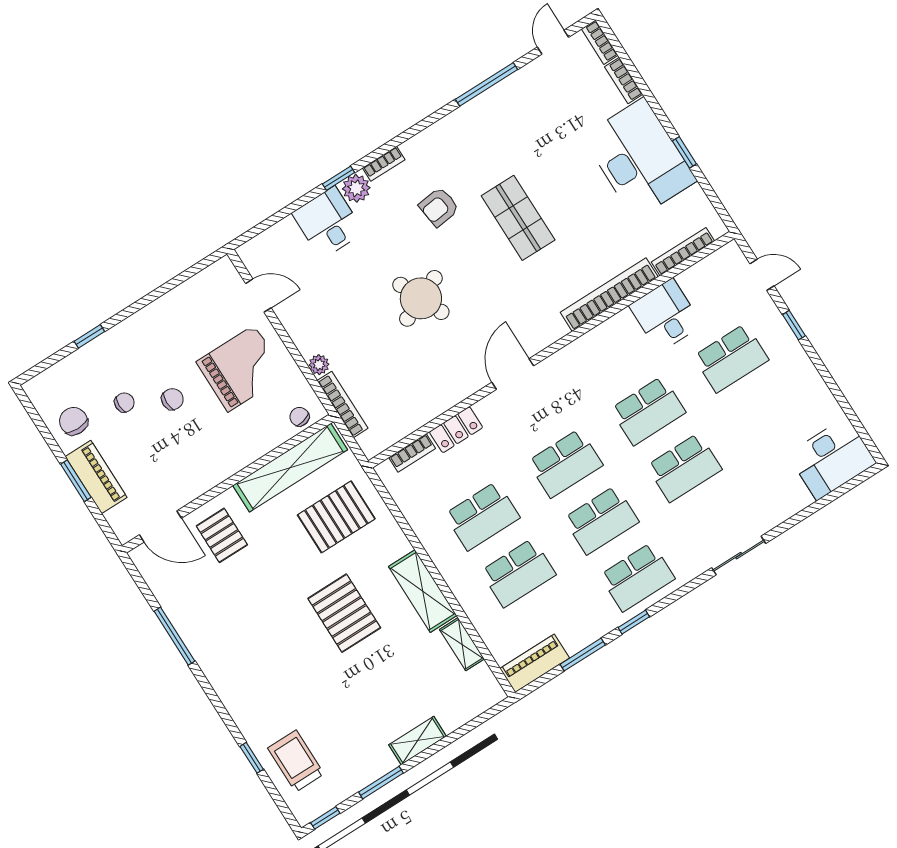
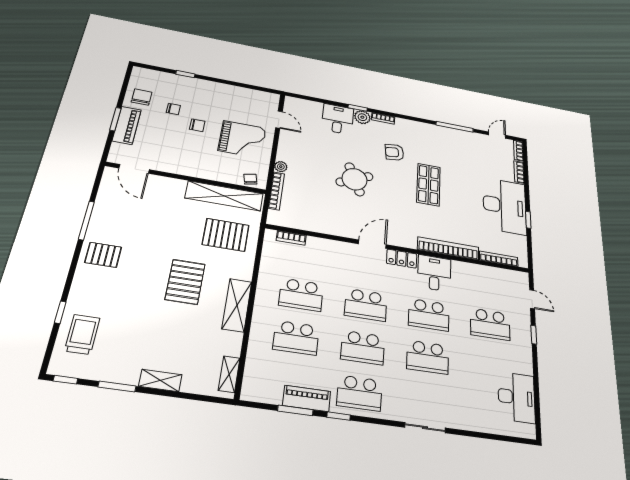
desk: (666, 315) -> (434, 273), moved
locker: (456, 430) -> (402, 259), moved
desk: (832, 459) -> (516, 397), moved, turned -90
pallet: (222, 535) -> (103, 255), moved, turned 90
shelving: (462, 644) -> (229, 374), moved
piano: (535, 663) -> (307, 398), moved

